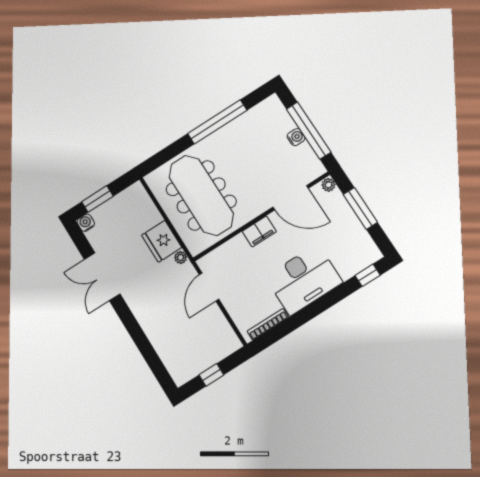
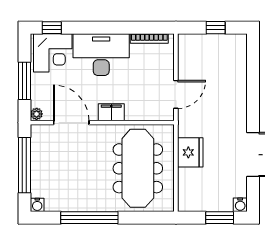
water cooler: (296, 137) -> (37, 205), moved, turned -90
corner desk: (351, 252) -> (53, 53), added
plant: (181, 257) -> (183, 131), removed

